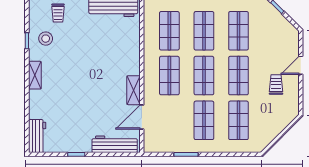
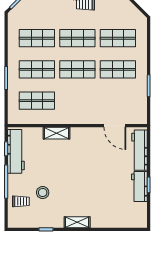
stool: (46, 39) -> (43, 193), moved
shop shelf: (169, 76) -> (77, 101), removed
shelving: (133, 90) -> (57, 133), moved
workbench: (37, 136) -> (139, 187), moved, turned -90

